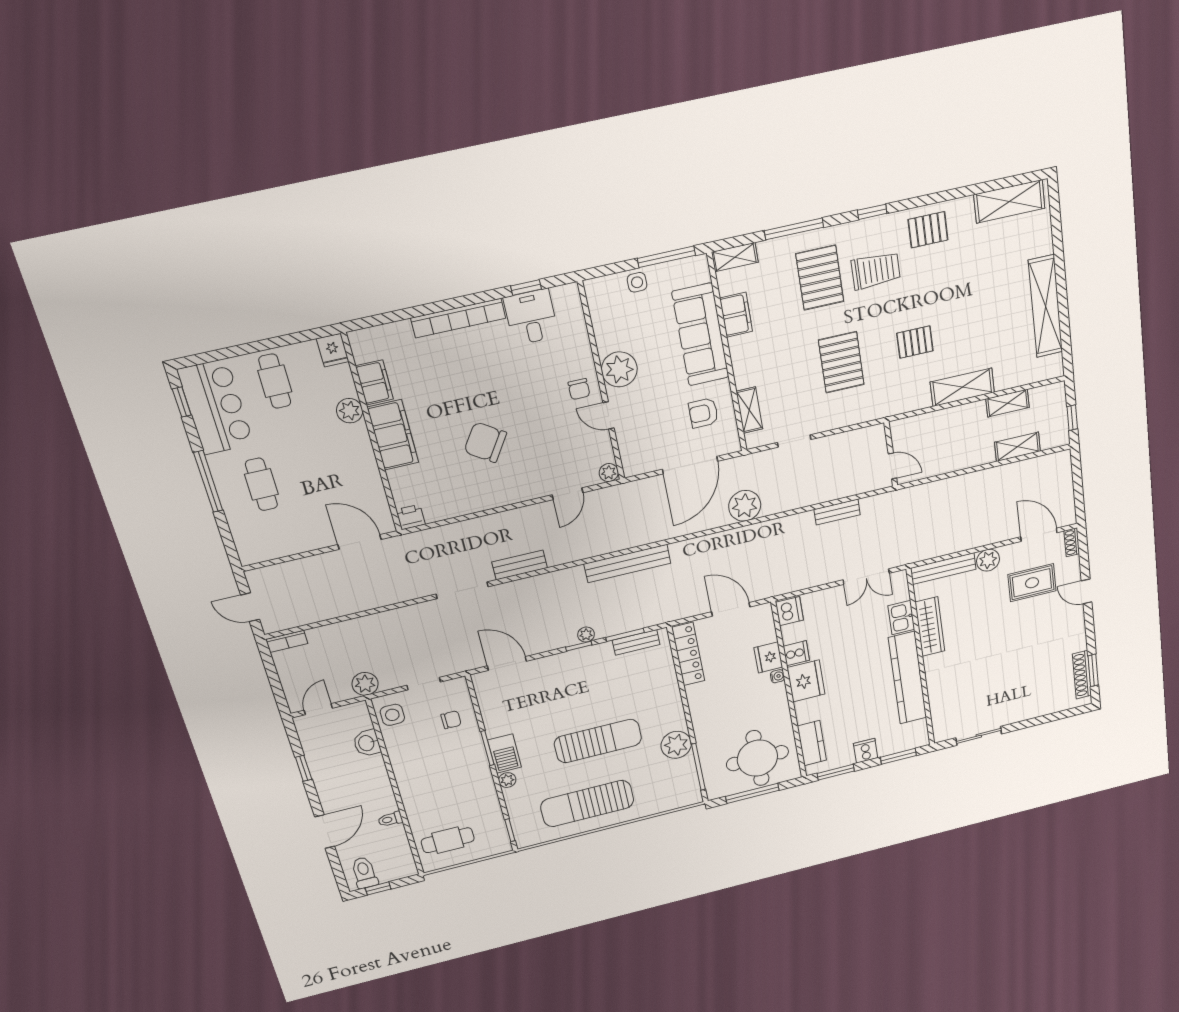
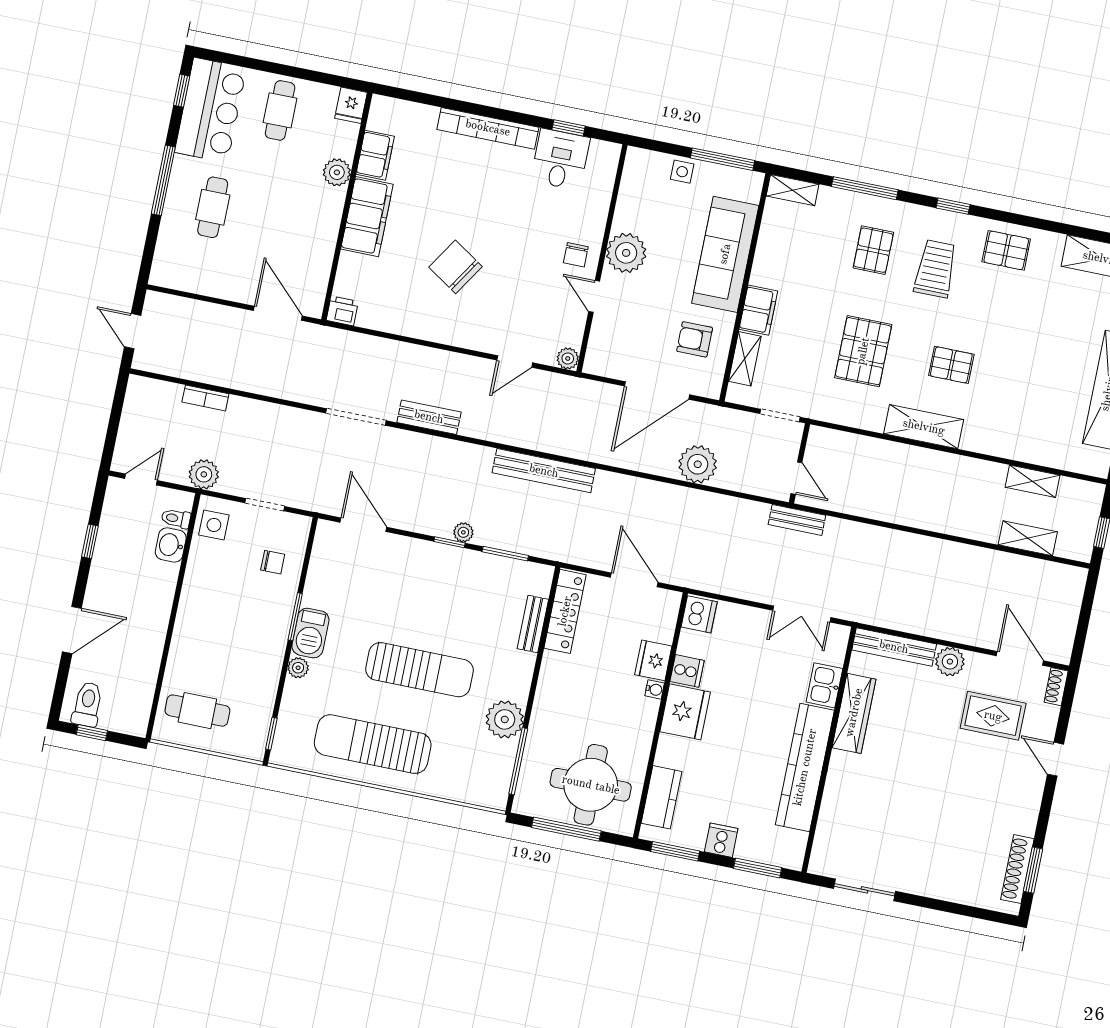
trolley: (876, 270) -> (935, 269), turned -90
pallet: (820, 278) -> (873, 250), width x0.67, depth x0.71
filing cabinet: (736, 315) -> (758, 310), moved
shelving: (962, 387) -> (924, 427), moved
wall: (891, 454) -> (799, 463), moved
door: (892, 466) -> (796, 478), moved
bookcase: (287, 641) -> (205, 398), moved
bench: (636, 642) -> (533, 624), moved, turned 90
toilet: (390, 819) -> (176, 518), moved

